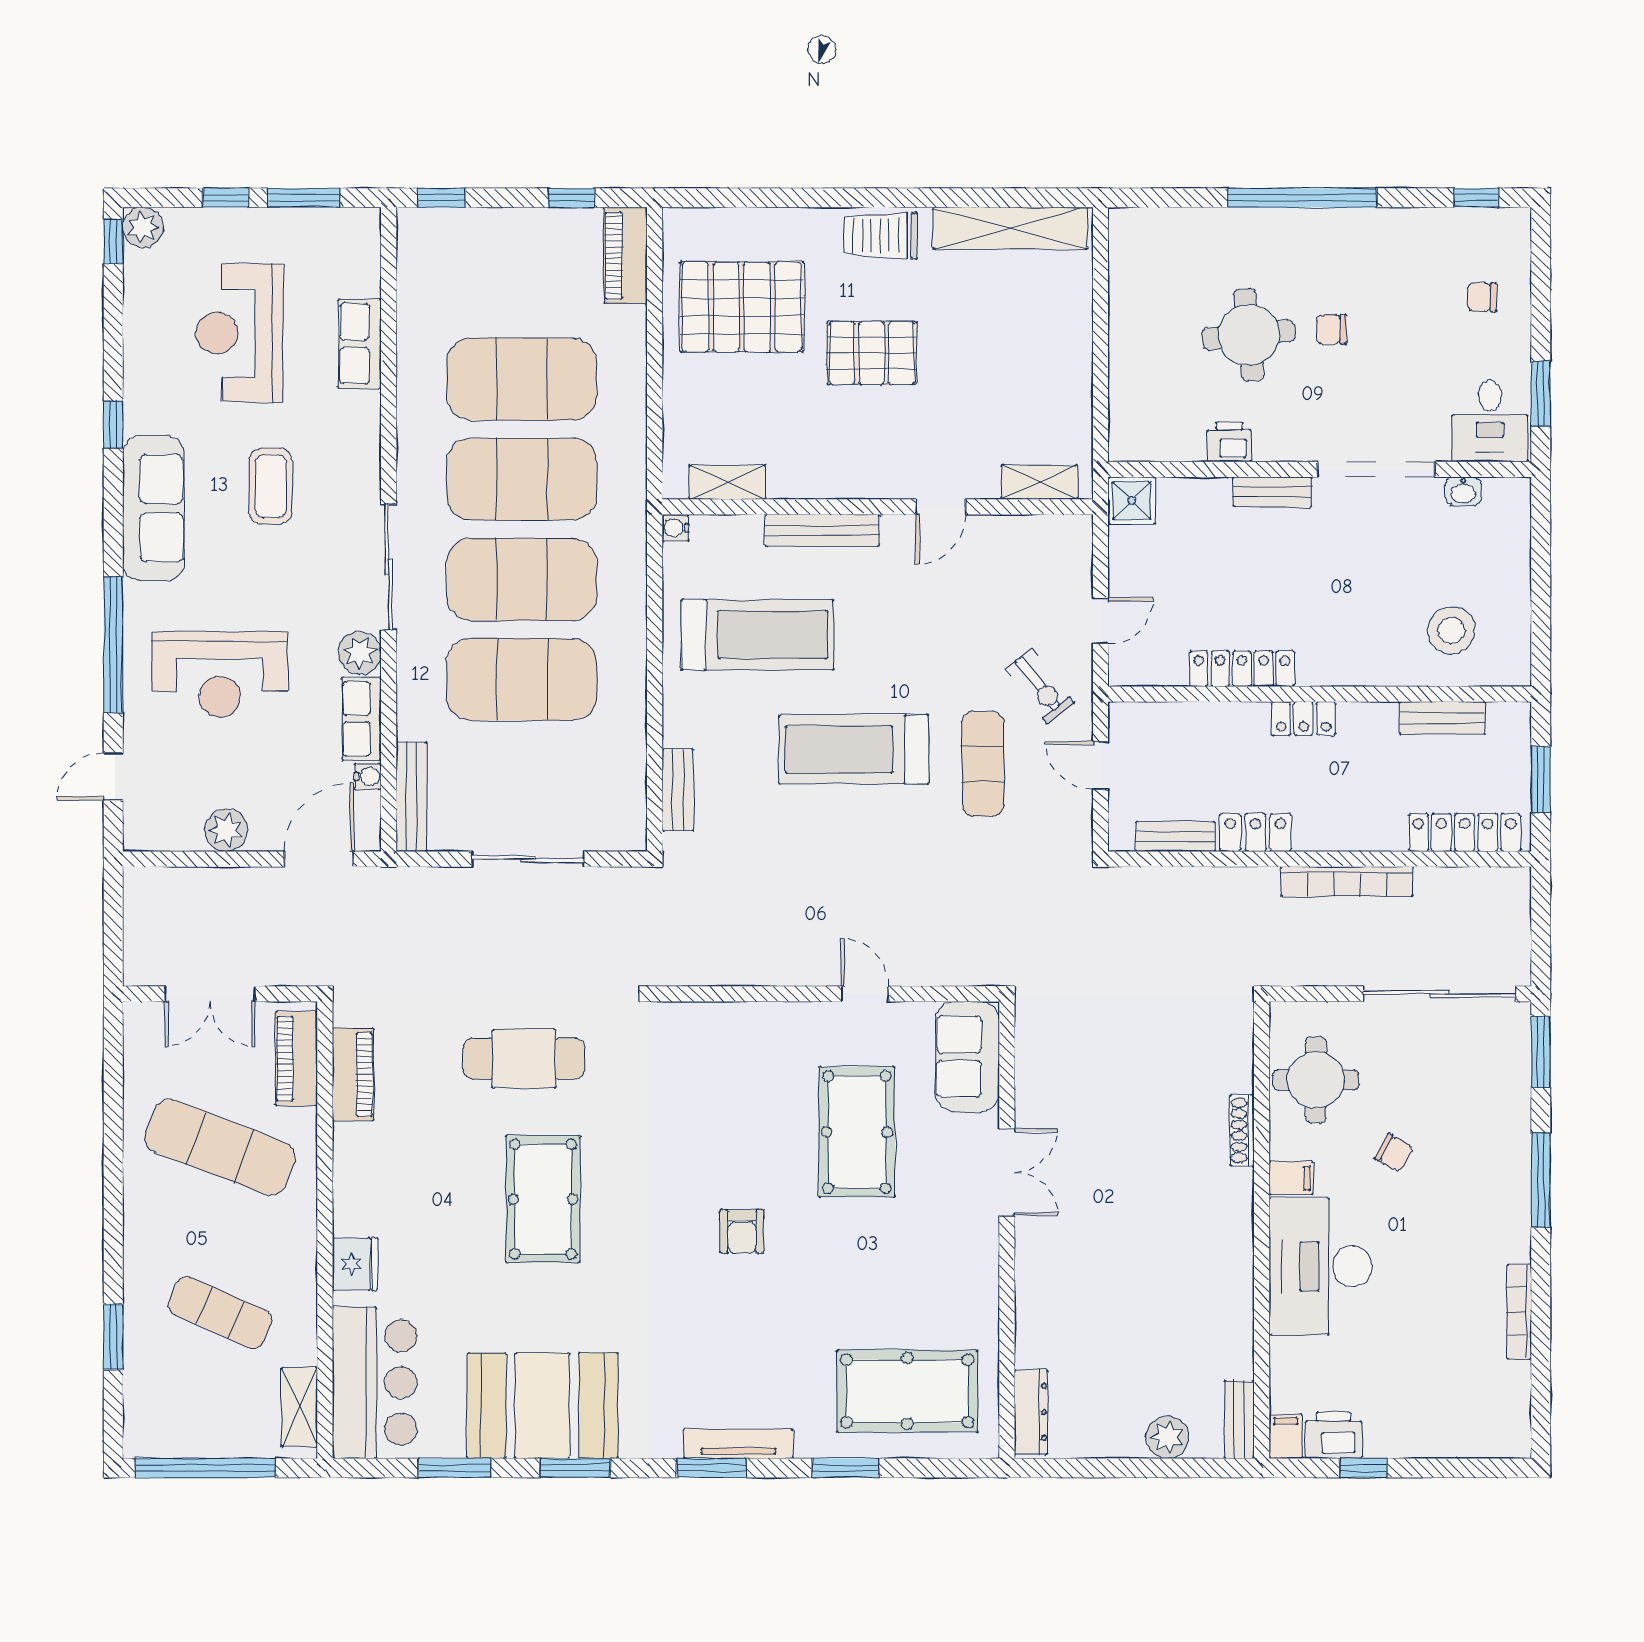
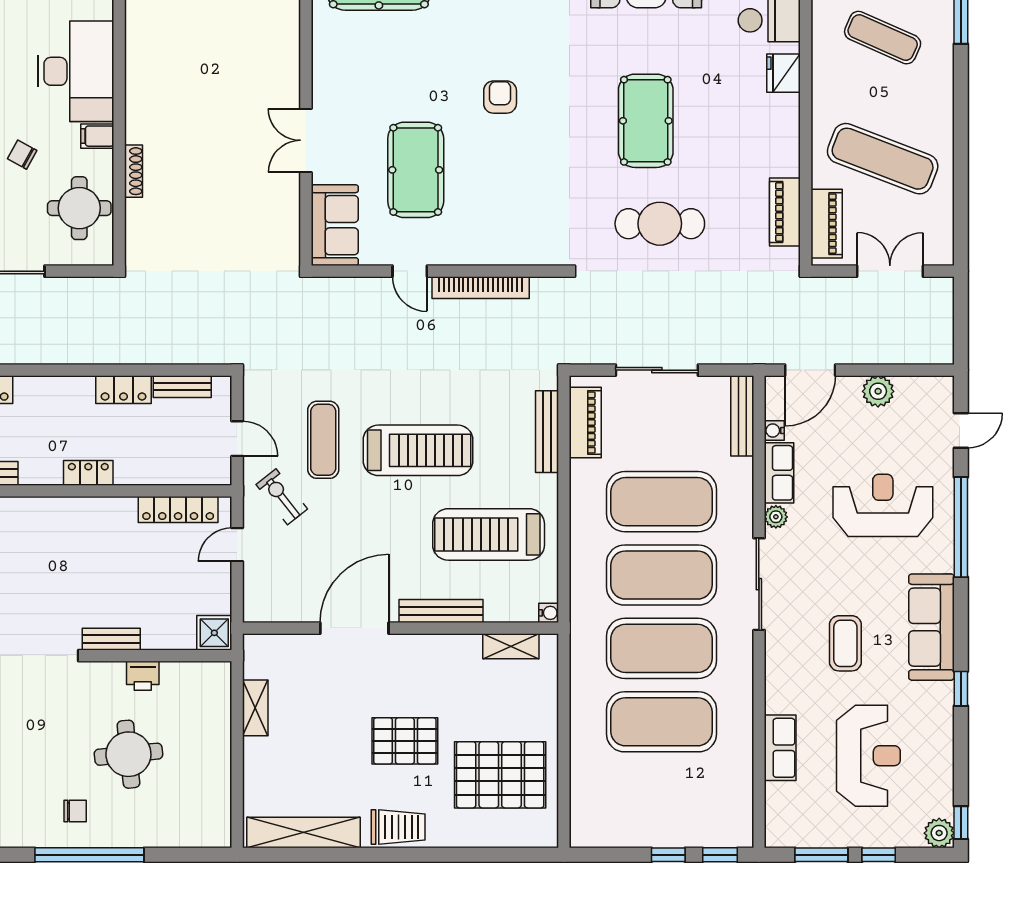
window: (571, 198) -> (668, 855), moved
piano: (626, 255) -> (585, 423), moved
chair: (1332, 329) -> (75, 811), moved
shelving: (1040, 482) -> (255, 708), moved, turned 90
door: (941, 507) -> (354, 628), width x1.88
plant: (360, 653) -> (776, 517), width x0.73, depth x0.73
locker: (1242, 669) -> (178, 509), moved
bench: (678, 790) -> (547, 432), width x1.36
bookcase: (1347, 882) -> (481, 288), moved, turned 180

